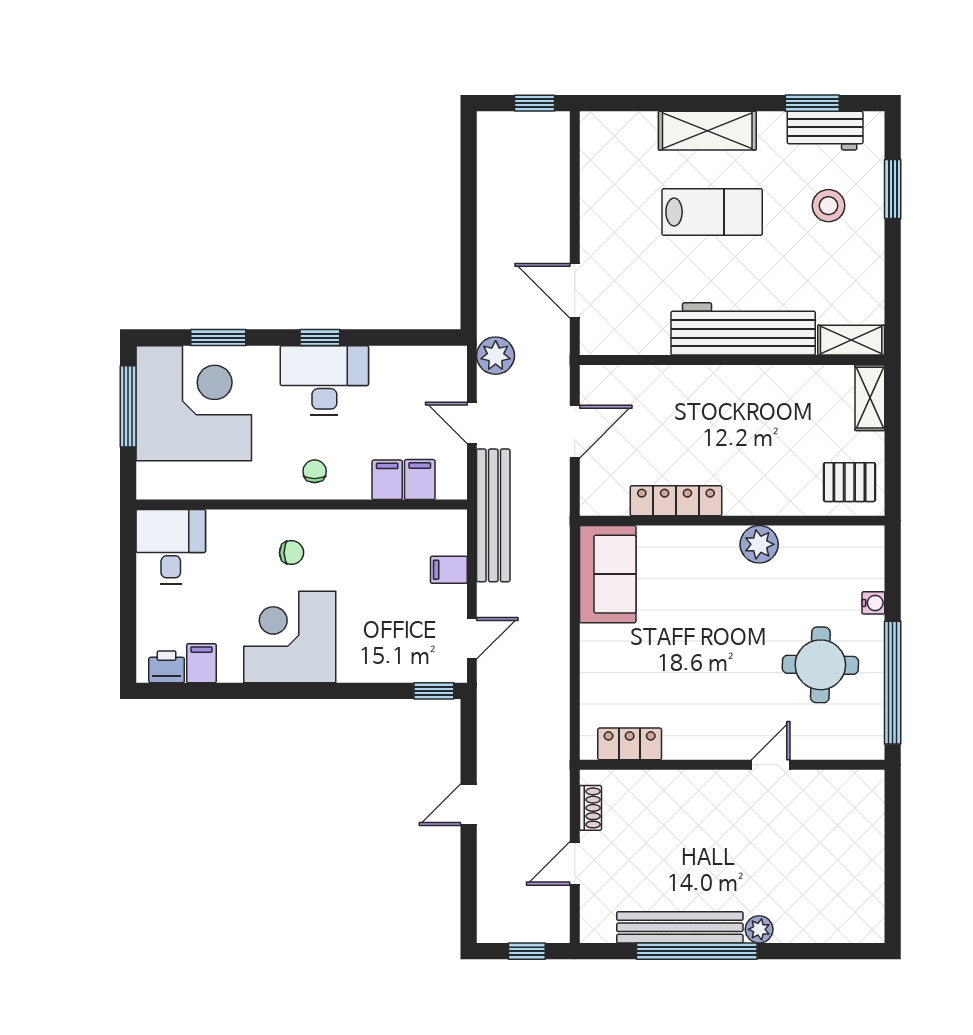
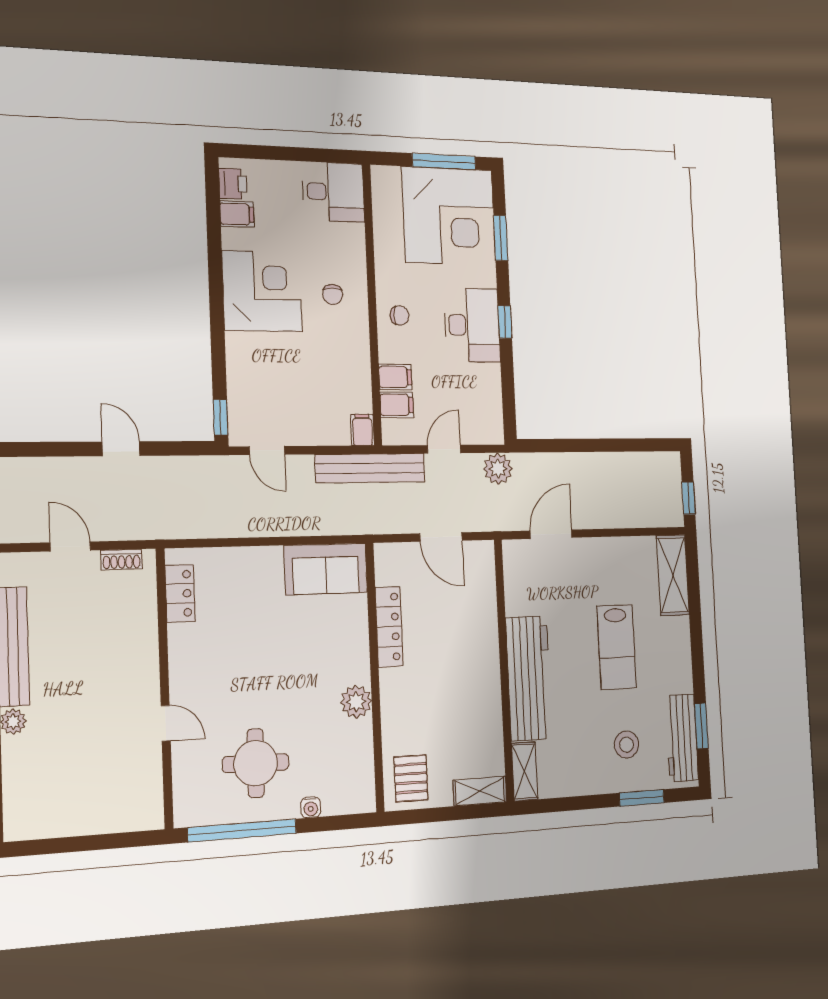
shelving: (707, 131) -> (673, 575), moved
workbench: (825, 131) -> (682, 738), width x1.38
filing cabinet: (449, 570) -> (362, 430), moved

